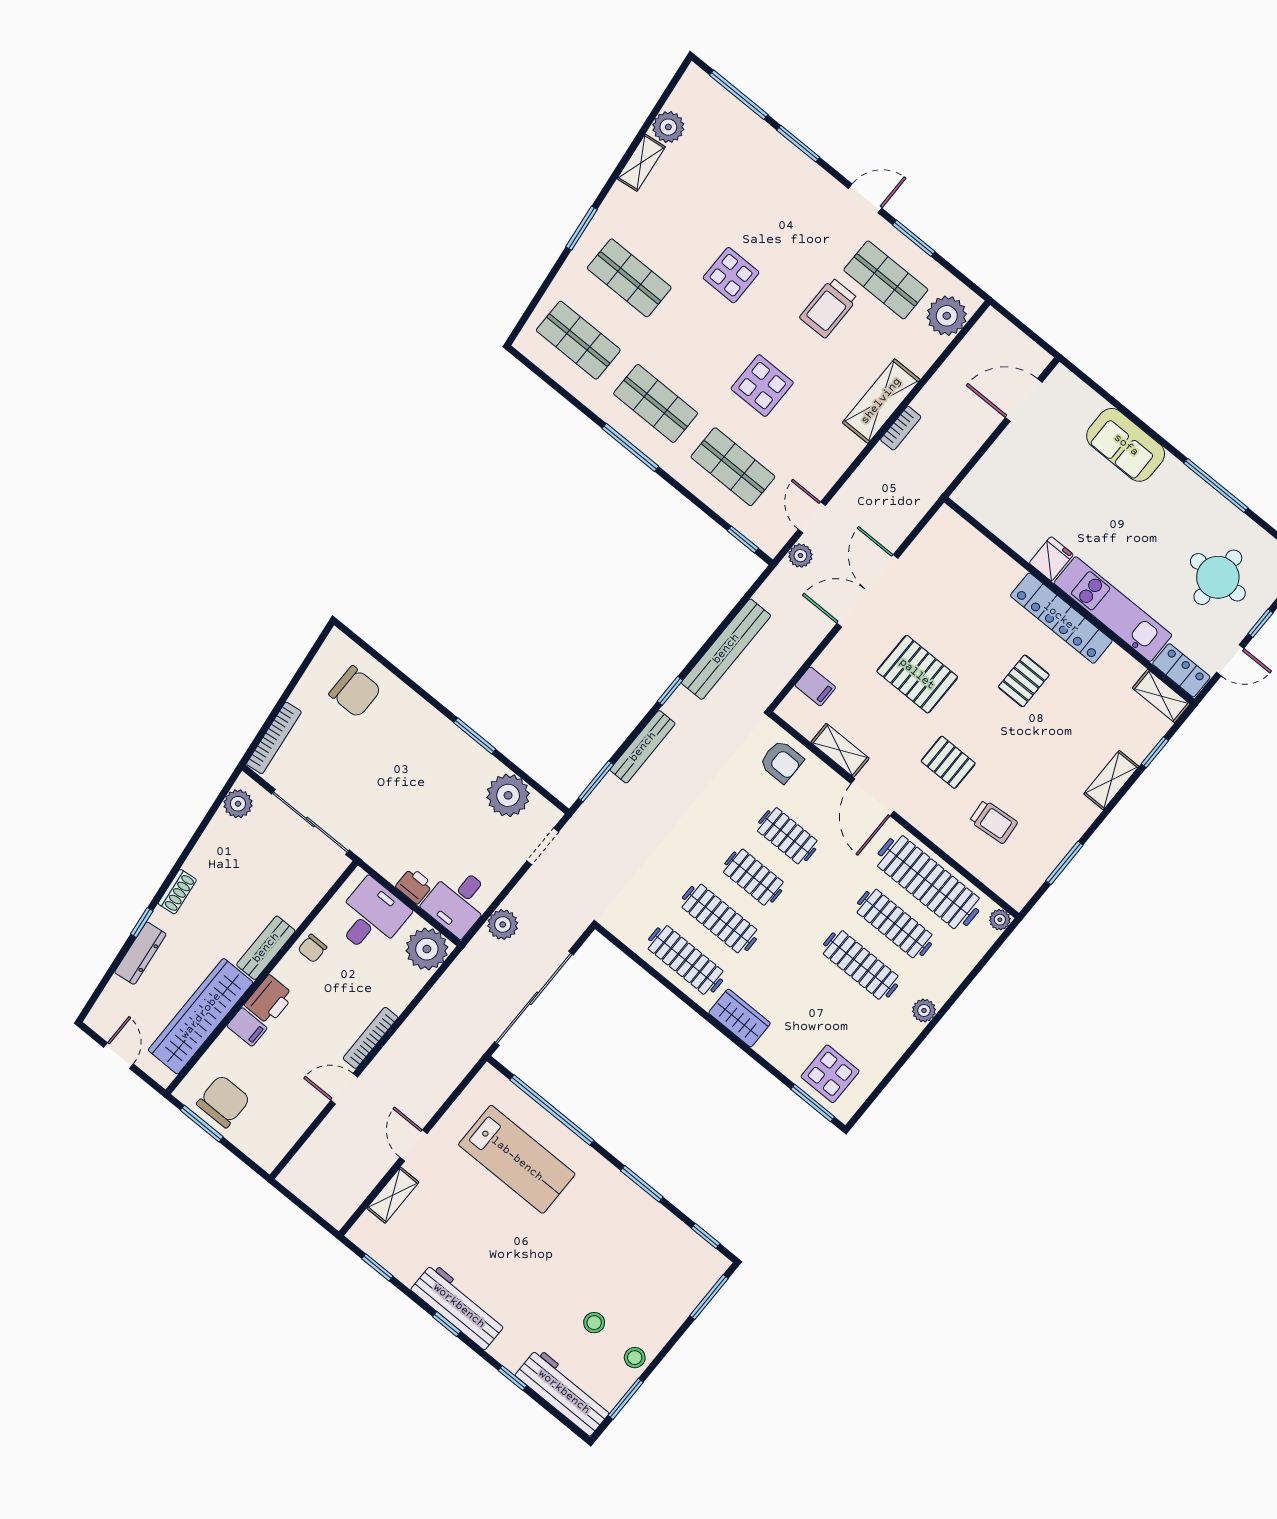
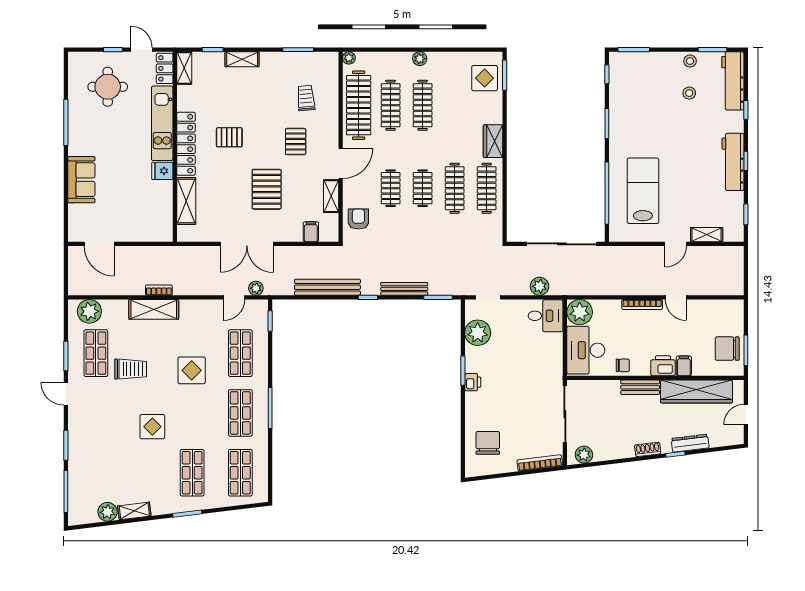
shelving: (987, 558) -> (186, 201), added
printer: (414, 886) -> (473, 382), moved, turned 180
desk: (371, 917) -> (586, 350), width x1.37

